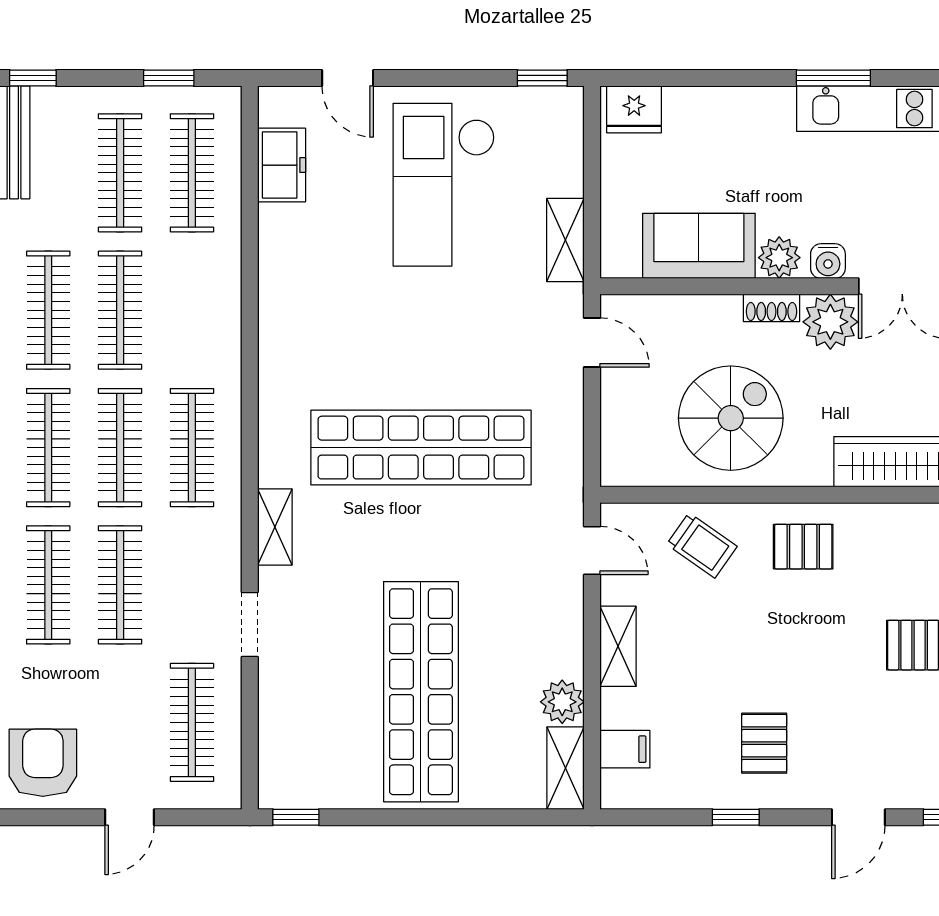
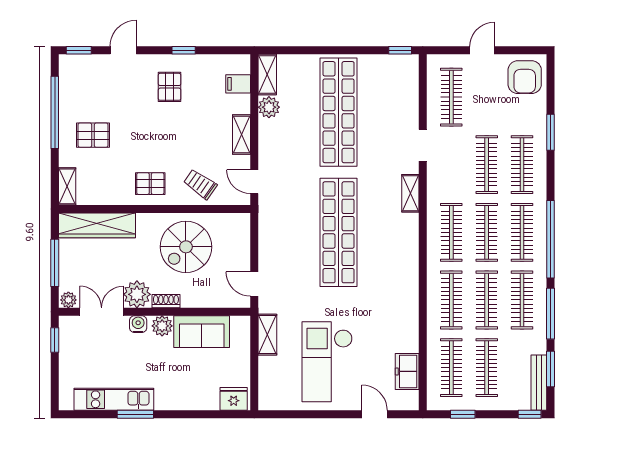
window: (542, 78) -> (279, 414), removed
checkout: (444, 185) -> (327, 362), turned 180
clothes rail: (192, 310) -> (451, 300), added
shop shelf: (421, 448) -> (339, 232), turned 90

